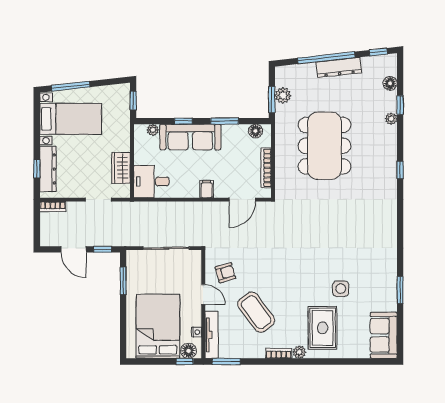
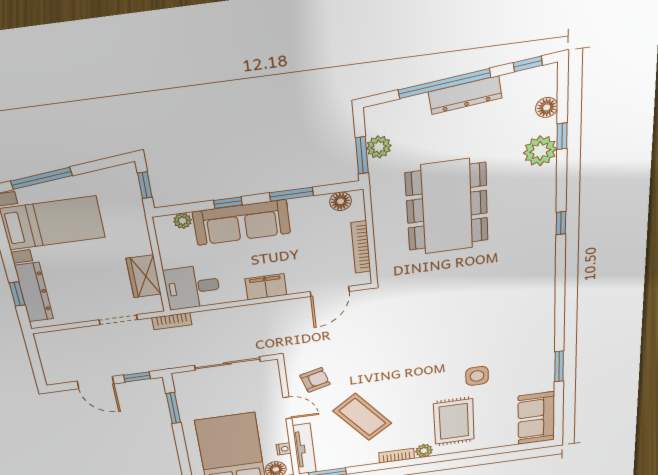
plant: (391, 119) -> (540, 151), width x1.88, depth x1.88
filing cabinet: (207, 189) -> (266, 287), width x2.00
bookcase: (53, 207) -> (172, 321), moved

